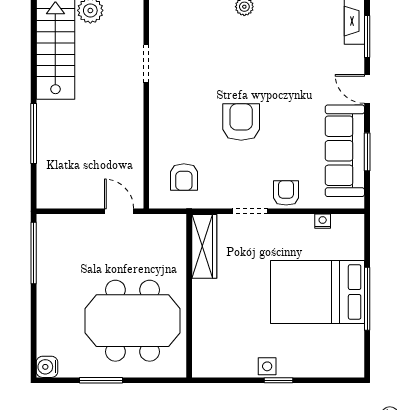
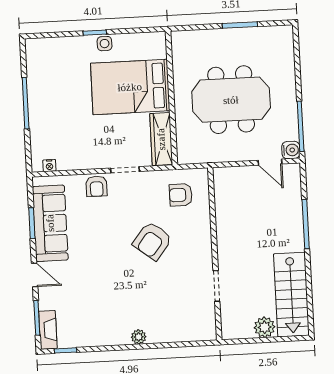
armchair: (241, 122) -> (152, 241), moved, turned 38
armchair: (184, 177) -> (181, 195), turned -90
door: (119, 211) -> (270, 162), moved
nightstand: (323, 221) -> (49, 166), moved
bed: (318, 292) -> (130, 87), moved, turned 180
meeting table: (133, 321) -> (231, 100), moved
water cooler: (47, 367) -> (291, 150), moved

